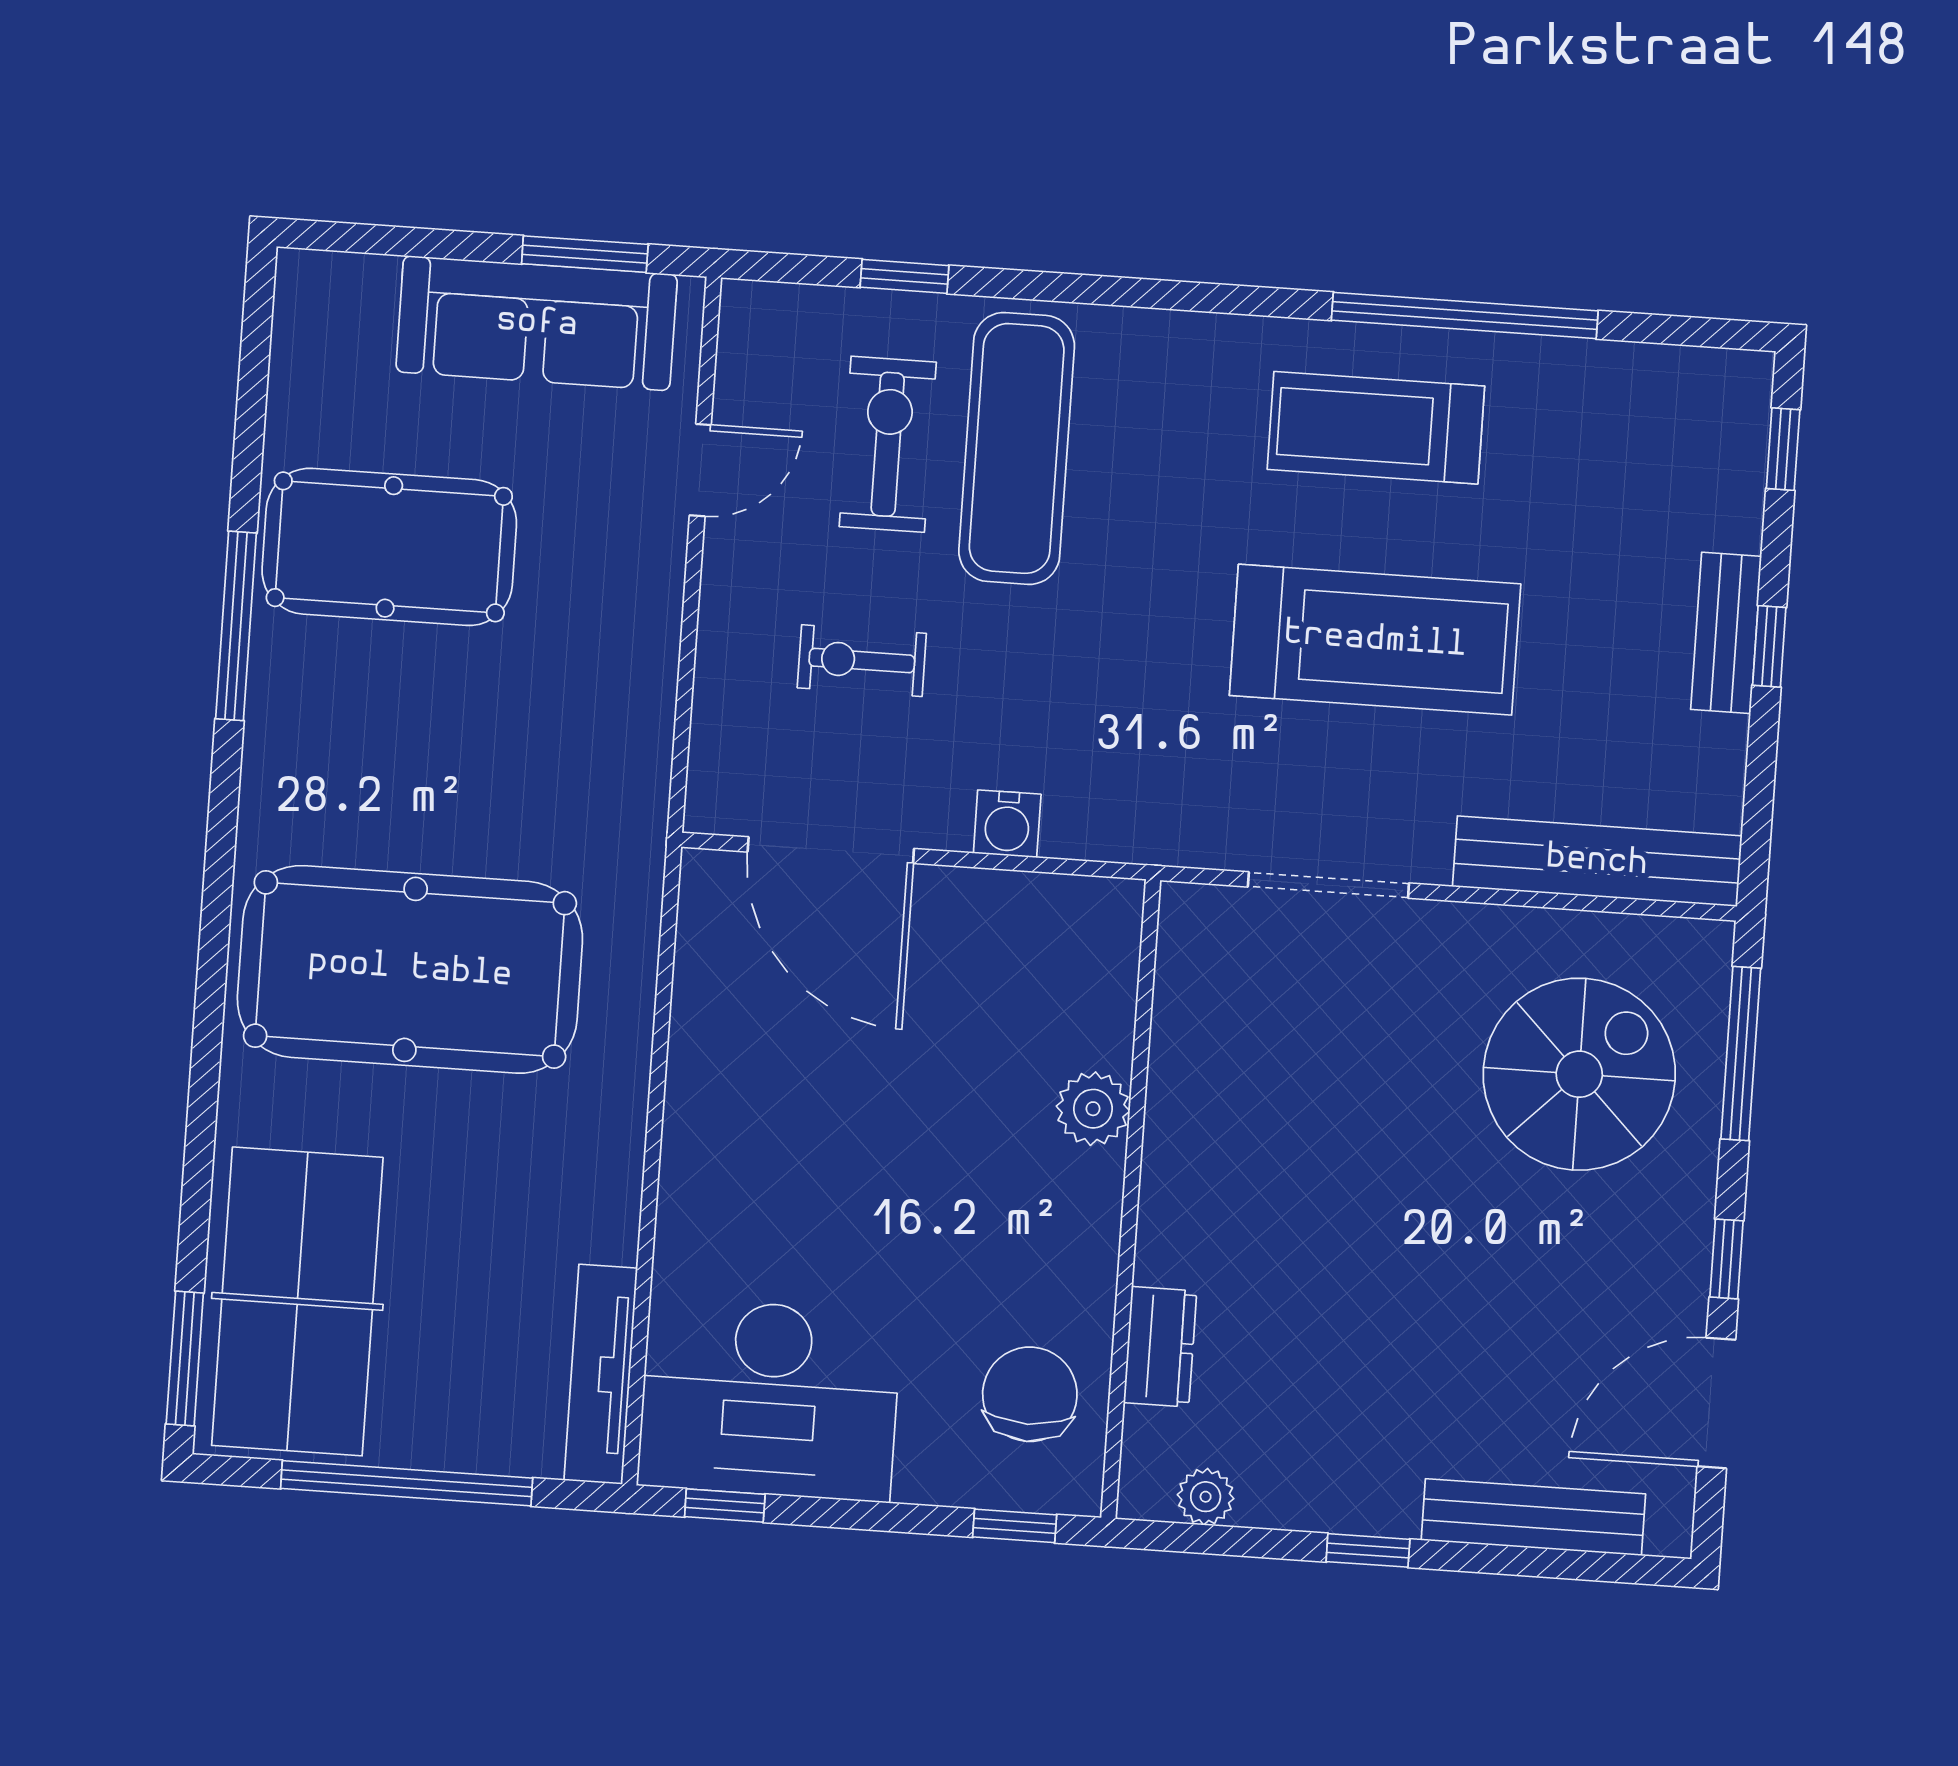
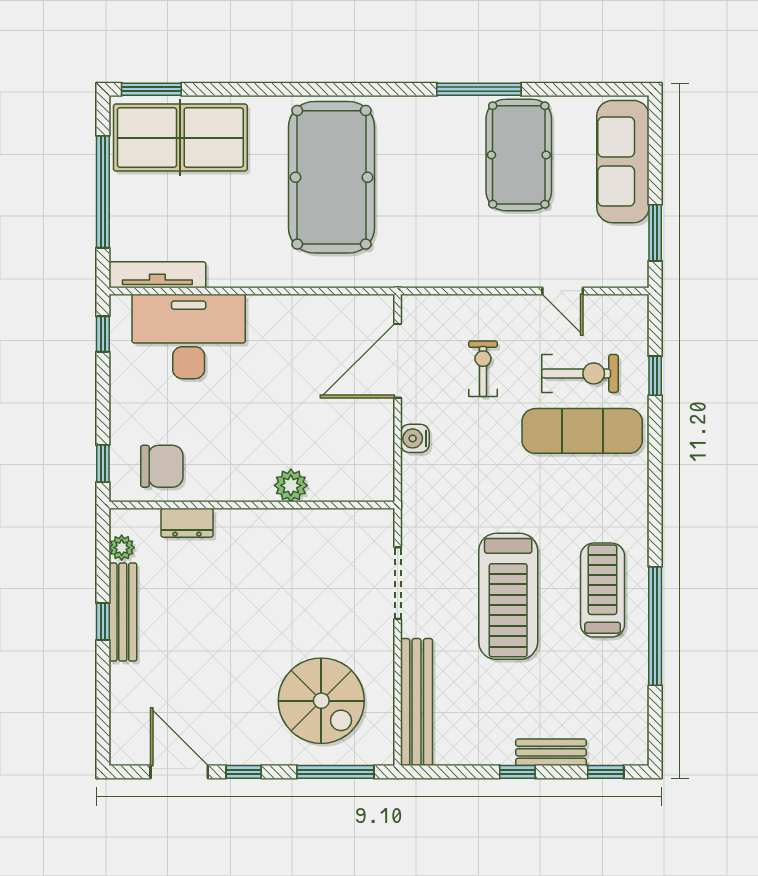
sofa: (537, 323) -> (623, 162), moved
bench: (1726, 633) -> (551, 752), moved
desk: (770, 1399) -> (189, 336), moved, turned 90
bench: (1533, 1517) -> (123, 612), moved

